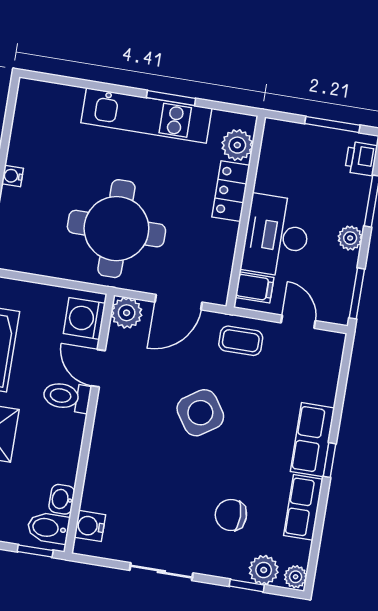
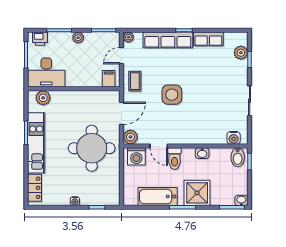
locker: (231, 191) -> (35, 188), moved, turned -90
desk: (276, 236) -> (46, 73), moved
door: (179, 302) -> (121, 113), hinge flipped
door: (98, 368) -> (159, 146), hinge flipped
side table: (200, 413) -> (172, 95), turned 34
row of seats: (312, 440) -> (168, 40), width x1.48
washbasin: (62, 499) -> (202, 153), moved
chair: (231, 515) -> (218, 72), removed
plant: (296, 577) -> (128, 37), moved

